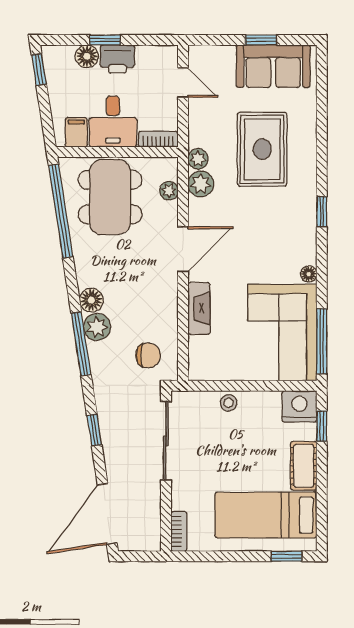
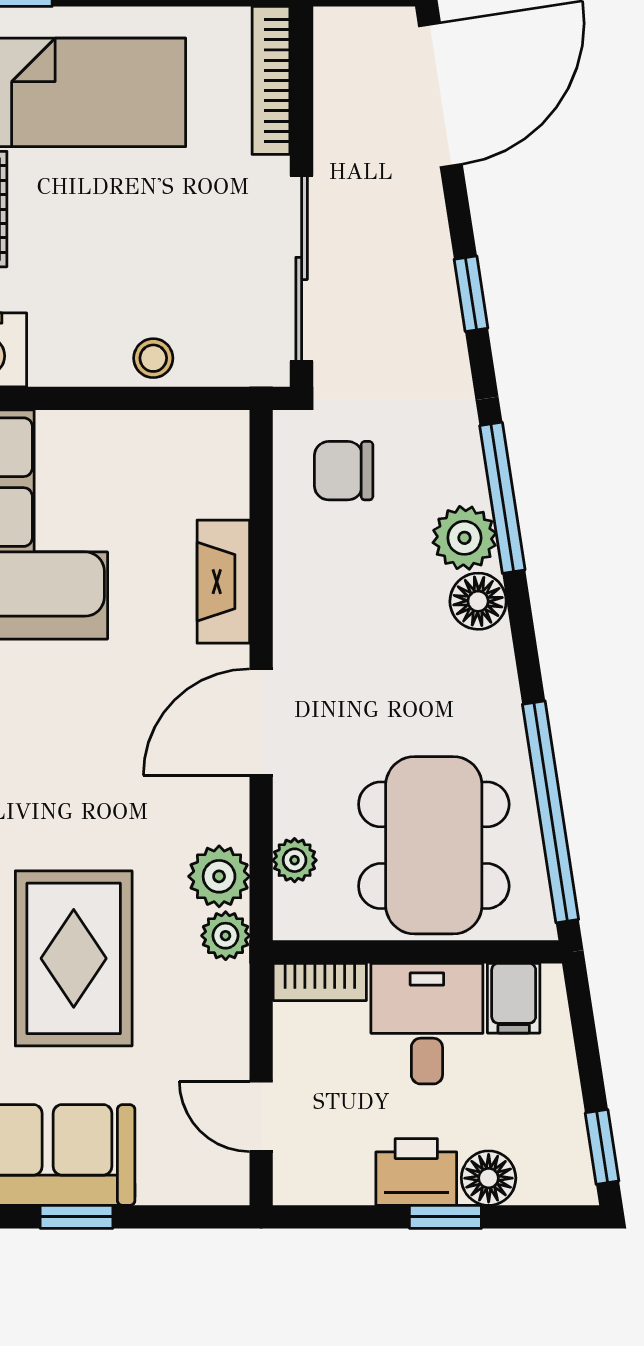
bookcase: (179, 531) -> (271, 80), width x1.56

